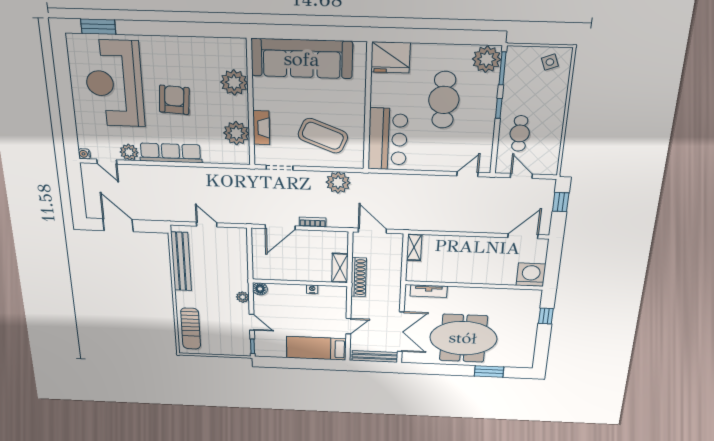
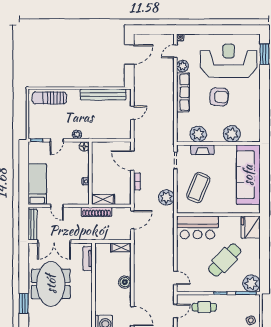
cafe table: (444, 100) -> (225, 260), turned -46
boiler: (469, 244) -> (125, 282), added

